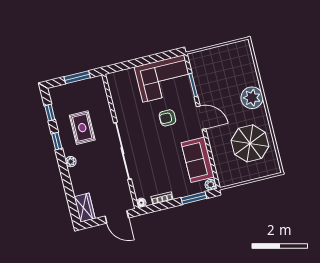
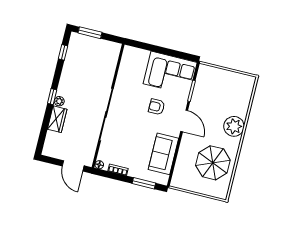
window: (77, 77) -> (90, 33), moved
rug: (82, 128) -> (83, 78), removed
window: (57, 141) -> (52, 97), moved
plant: (211, 185) -> (163, 180), removed
wardrobe: (85, 208) -> (57, 119), moved

